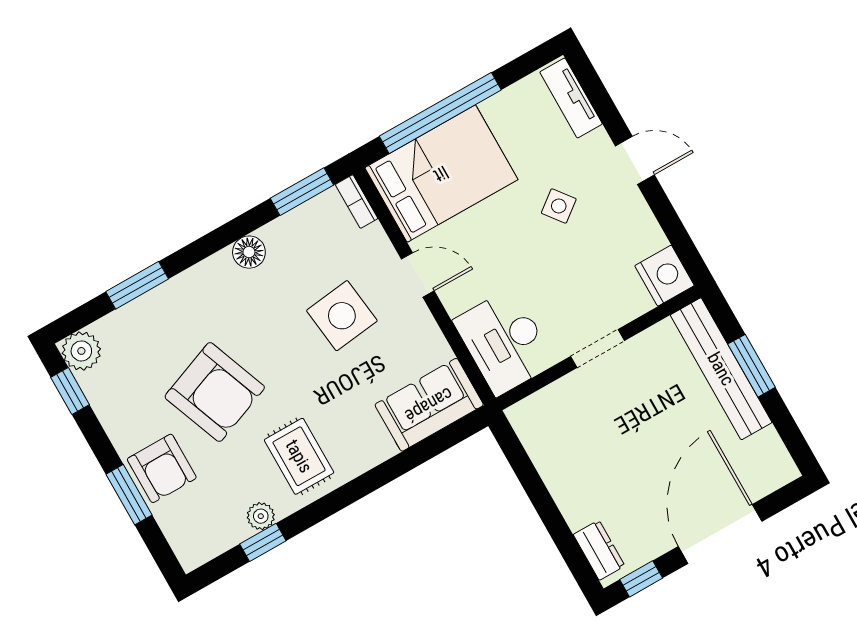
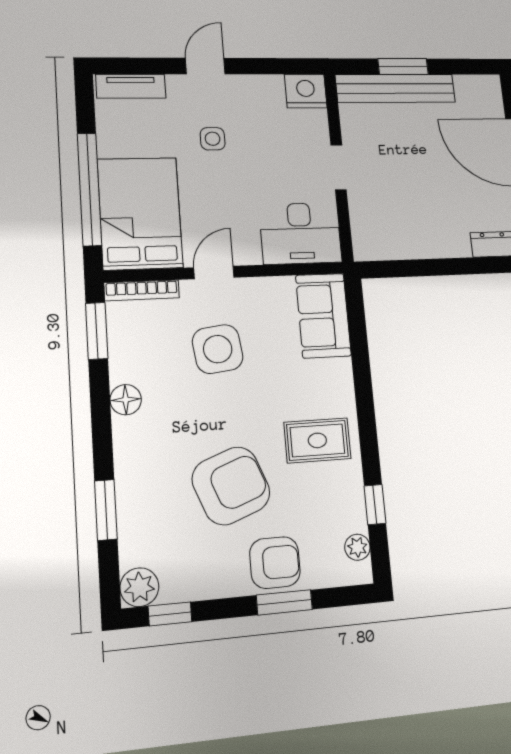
bookcase: (357, 202) -> (142, 290), width x1.56
side table: (559, 206) -> (213, 139), turned 38
plant: (261, 516) -> (357, 547), moved

